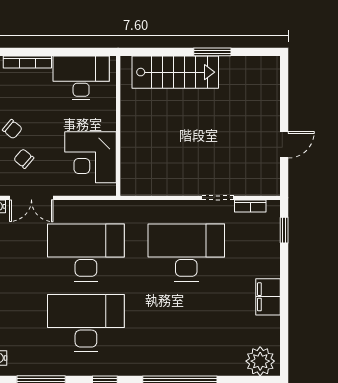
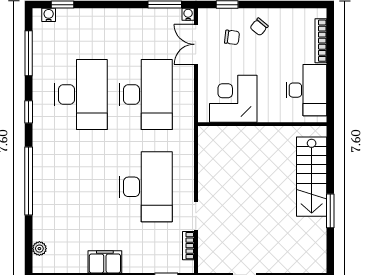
chair: (24, 159) -> (232, 37), turned 57
plant: (260, 361) -> (39, 249), width x0.53, depth x0.53

